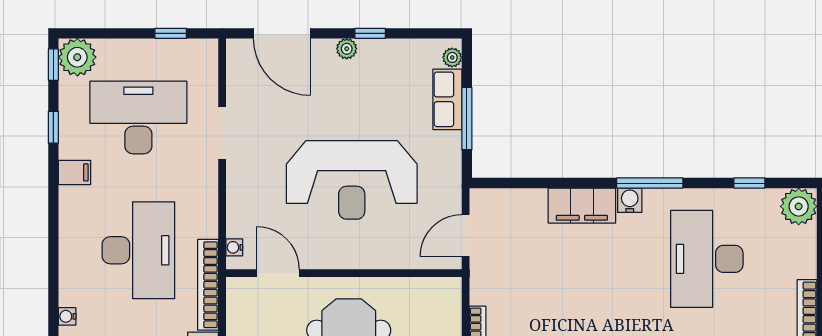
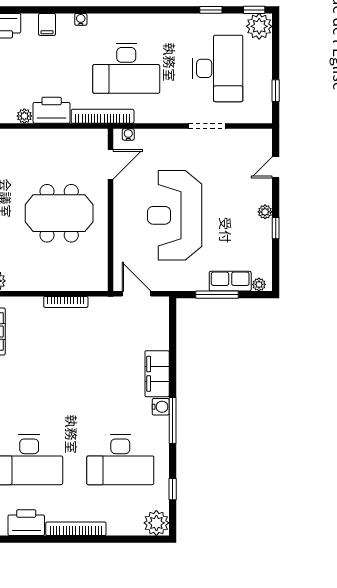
door: (282, 33) -> (276, 167), width x0.53
filing cabinet: (75, 172) -> (180, 24), removed
desk: (707, 259) -> (120, 460), turned 180

